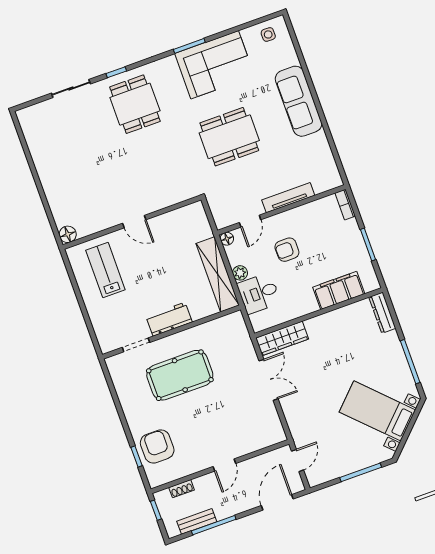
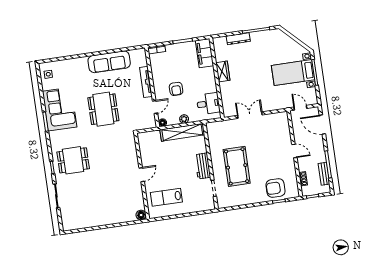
sofa: (299, 101) -> (109, 62), moved
door: (250, 221) -> (155, 107), hinge flipped
filing cabinet: (339, 290) -> (205, 53), moved
desk: (259, 293) -> (208, 104), moved, turned -90
dresser: (382, 313) -> (238, 39), moved
wardrobe: (282, 338) -> (223, 71), moved, width x0.67
bed with nightstands: (377, 411) -> (293, 73), moved, turned 45

